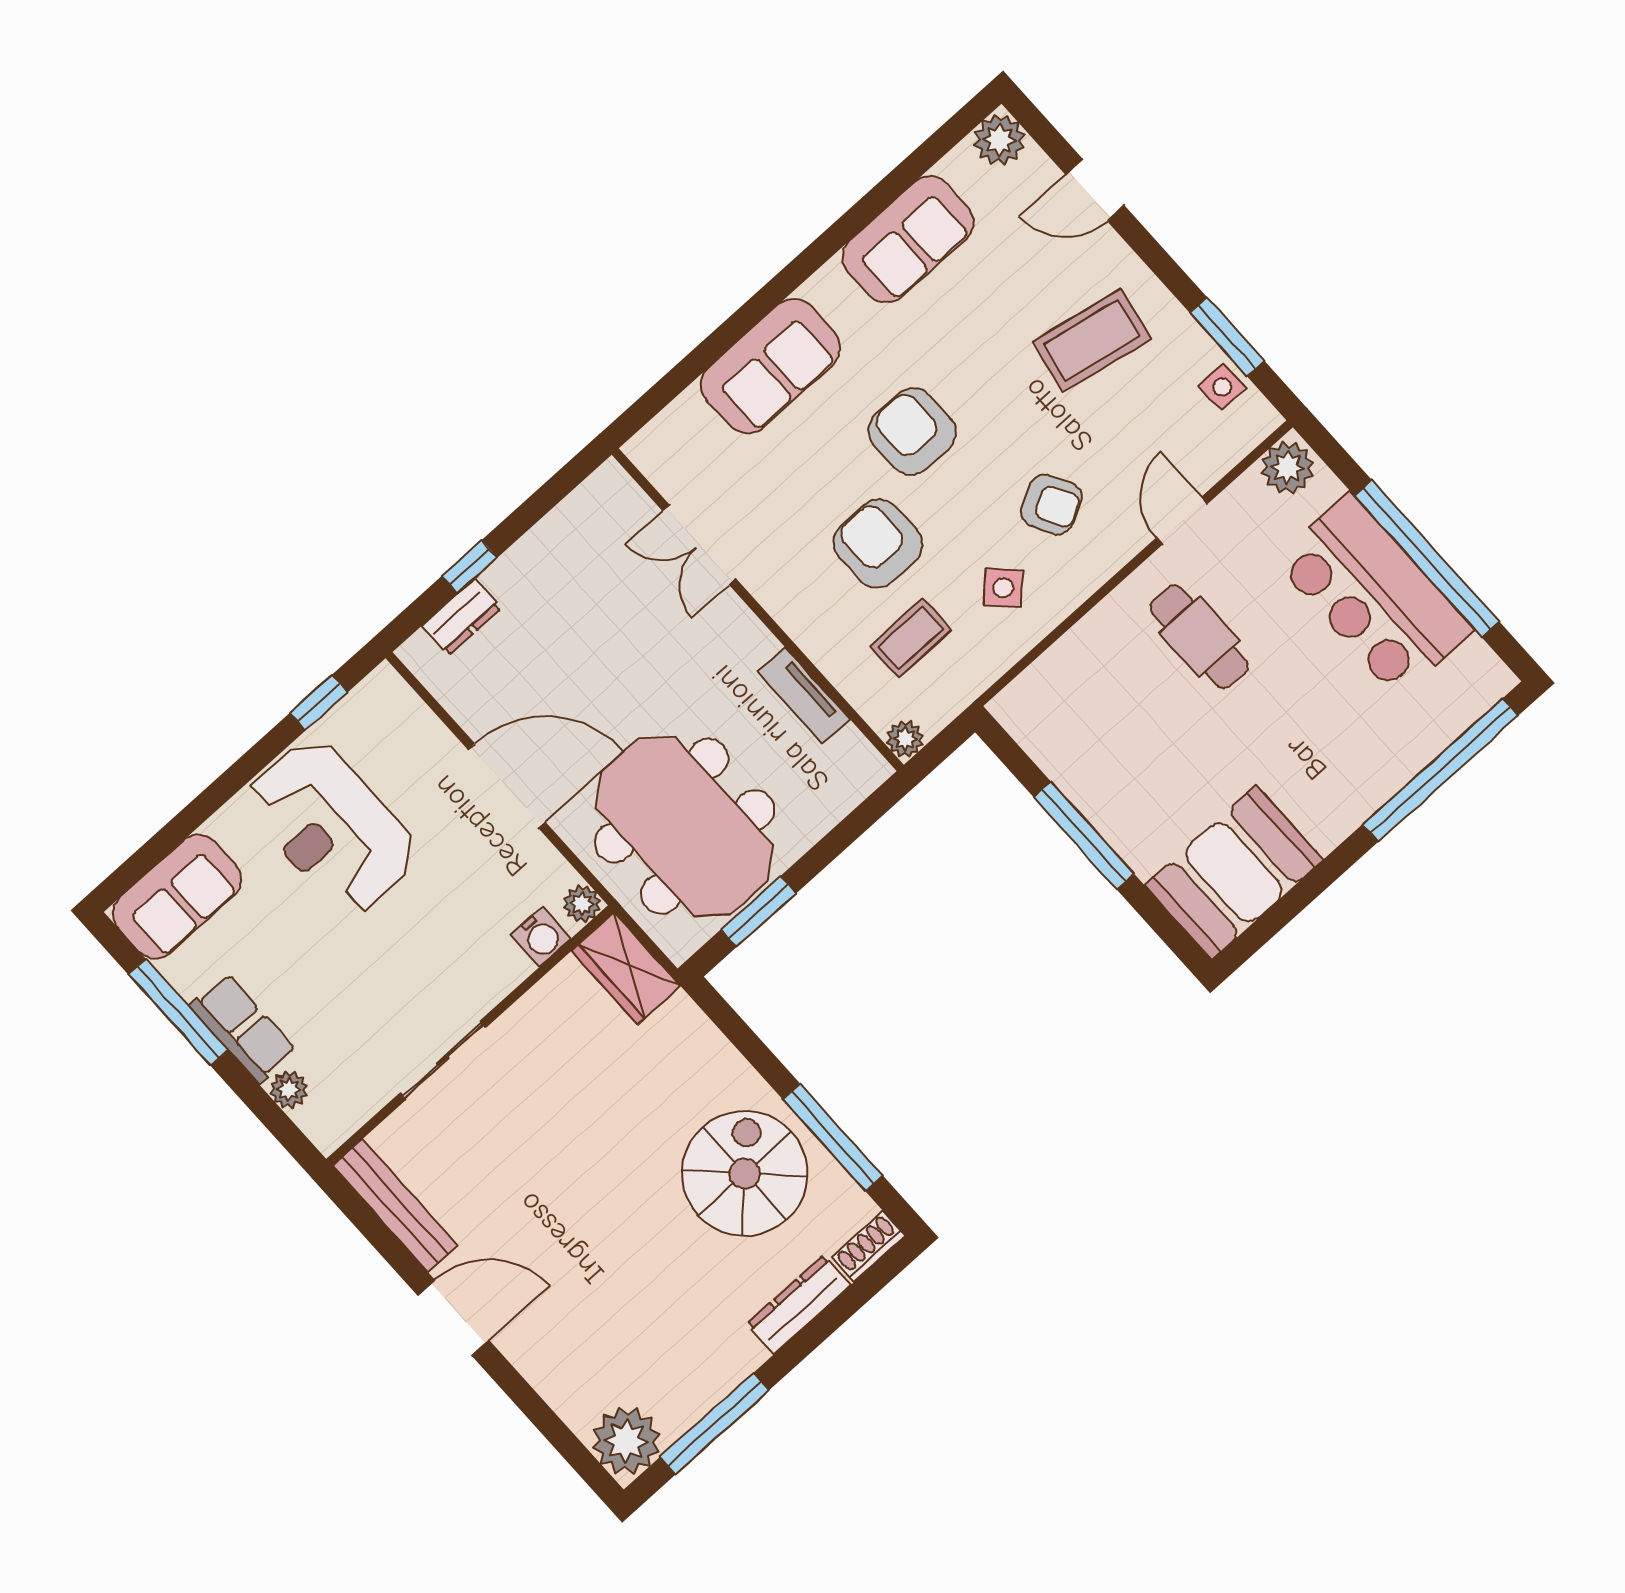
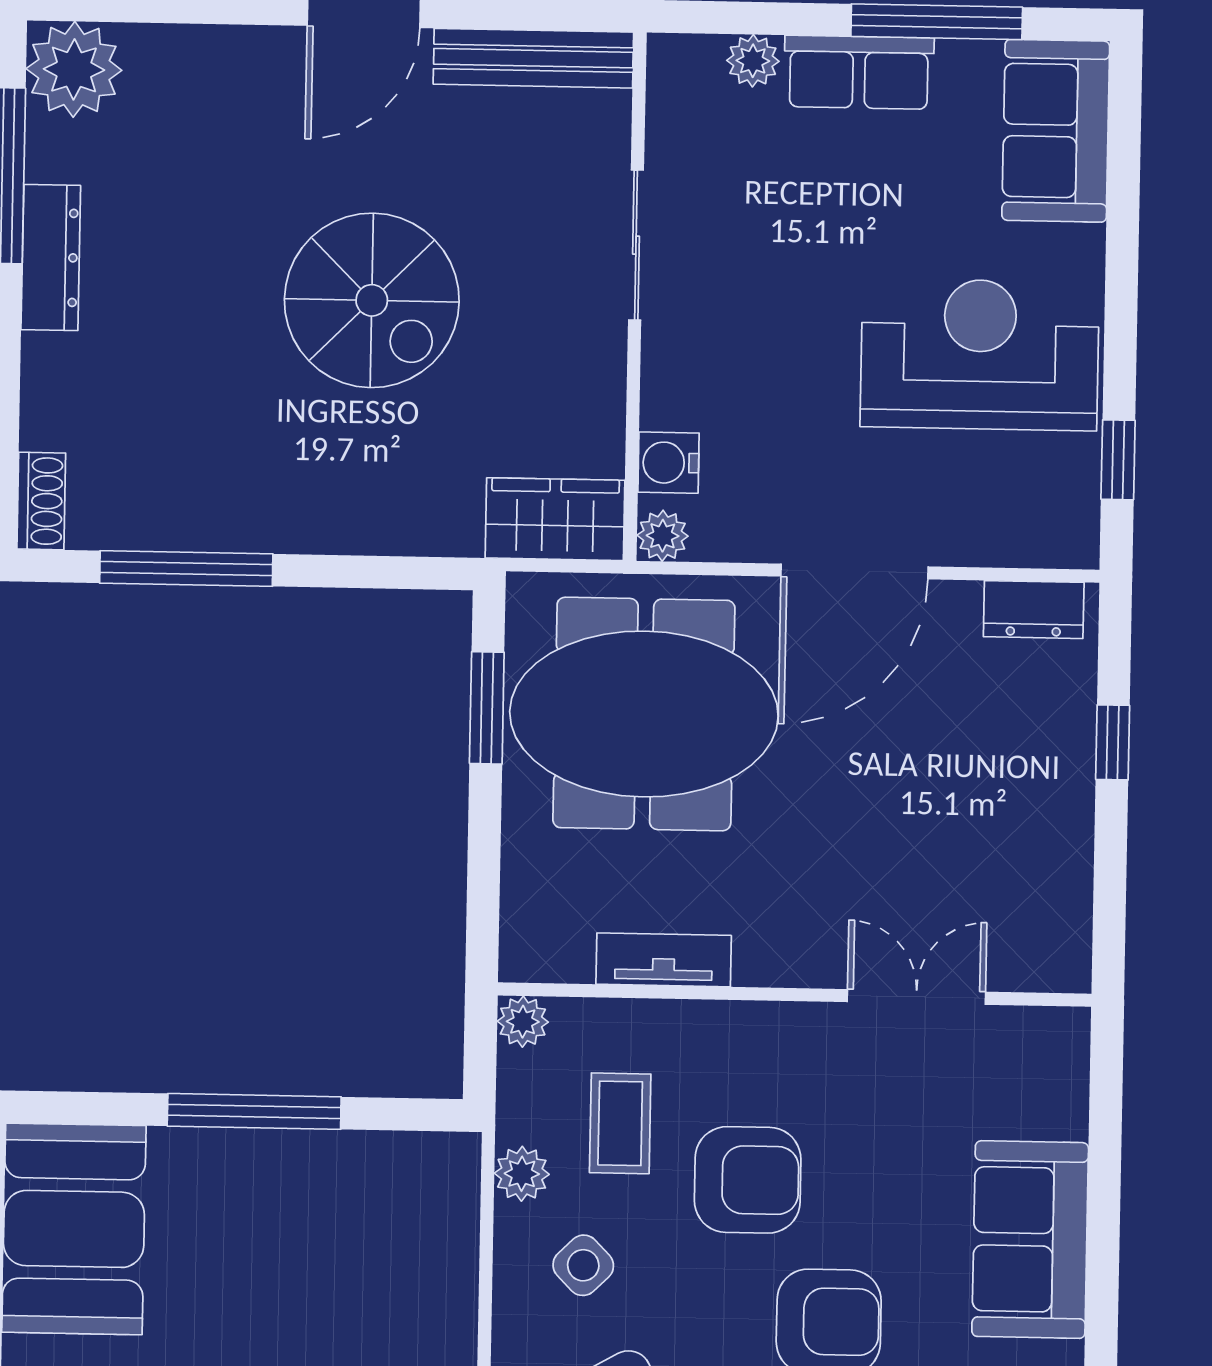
dresser: (461, 617) -> (1034, 610), moved, turned -90
plant: (985, 665) -> (522, 1174), added
spiral stairs: (745, 1174) -> (372, 300), moved
dresser: (799, 1305) -> (51, 257), moved

